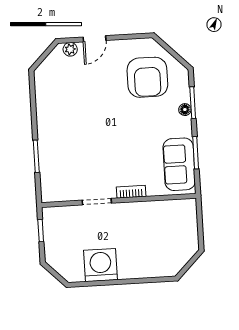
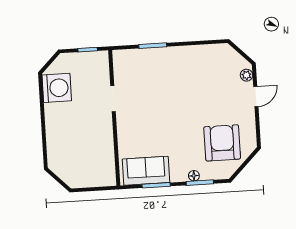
door: (95, 39) -> (256, 97), swing flipped
armchair: (147, 77) -> (222, 143), turned 90
bookcase: (131, 192) -> (122, 129), removed
washing machine: (101, 265) -> (57, 88), moved

